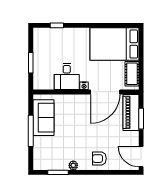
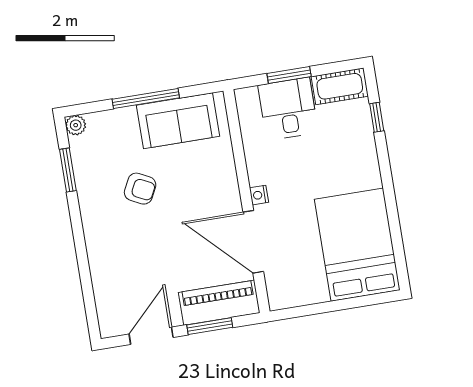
cot: (132, 74) -> (340, 86), moved
desk: (67, 76) -> (288, 109), moved, turned 90
door: (141, 157) -> (151, 336), moved
armchair: (99, 159) -> (140, 189), moved, turned 117
plant: (73, 165) -> (76, 125), moved

